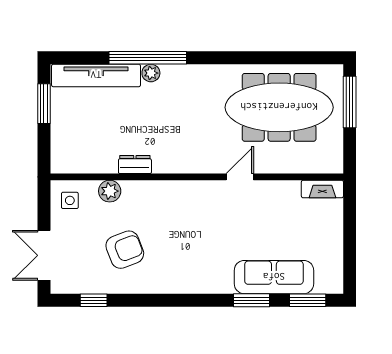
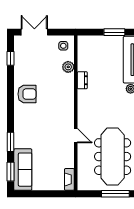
armchair: (125, 250) -> (27, 94), moved, turned -69
sofa: (274, 277) -> (23, 170), moved

